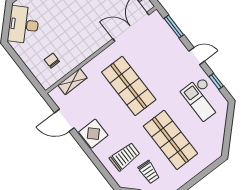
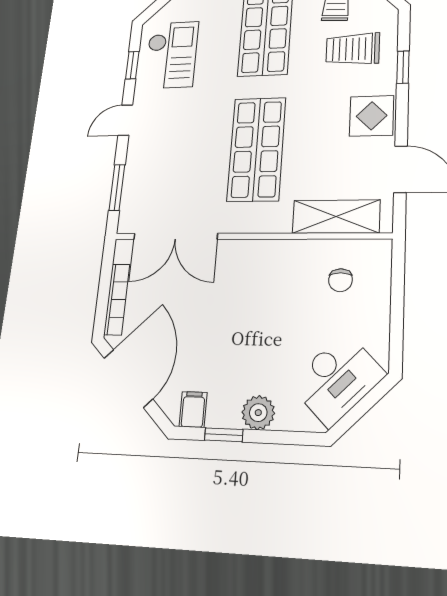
door: (197, 56) -> (125, 120), hinge flipped
shelving: (72, 82) -> (336, 217), width x1.50, depth x1.33
window: (97, 163) -> (403, 67), added

